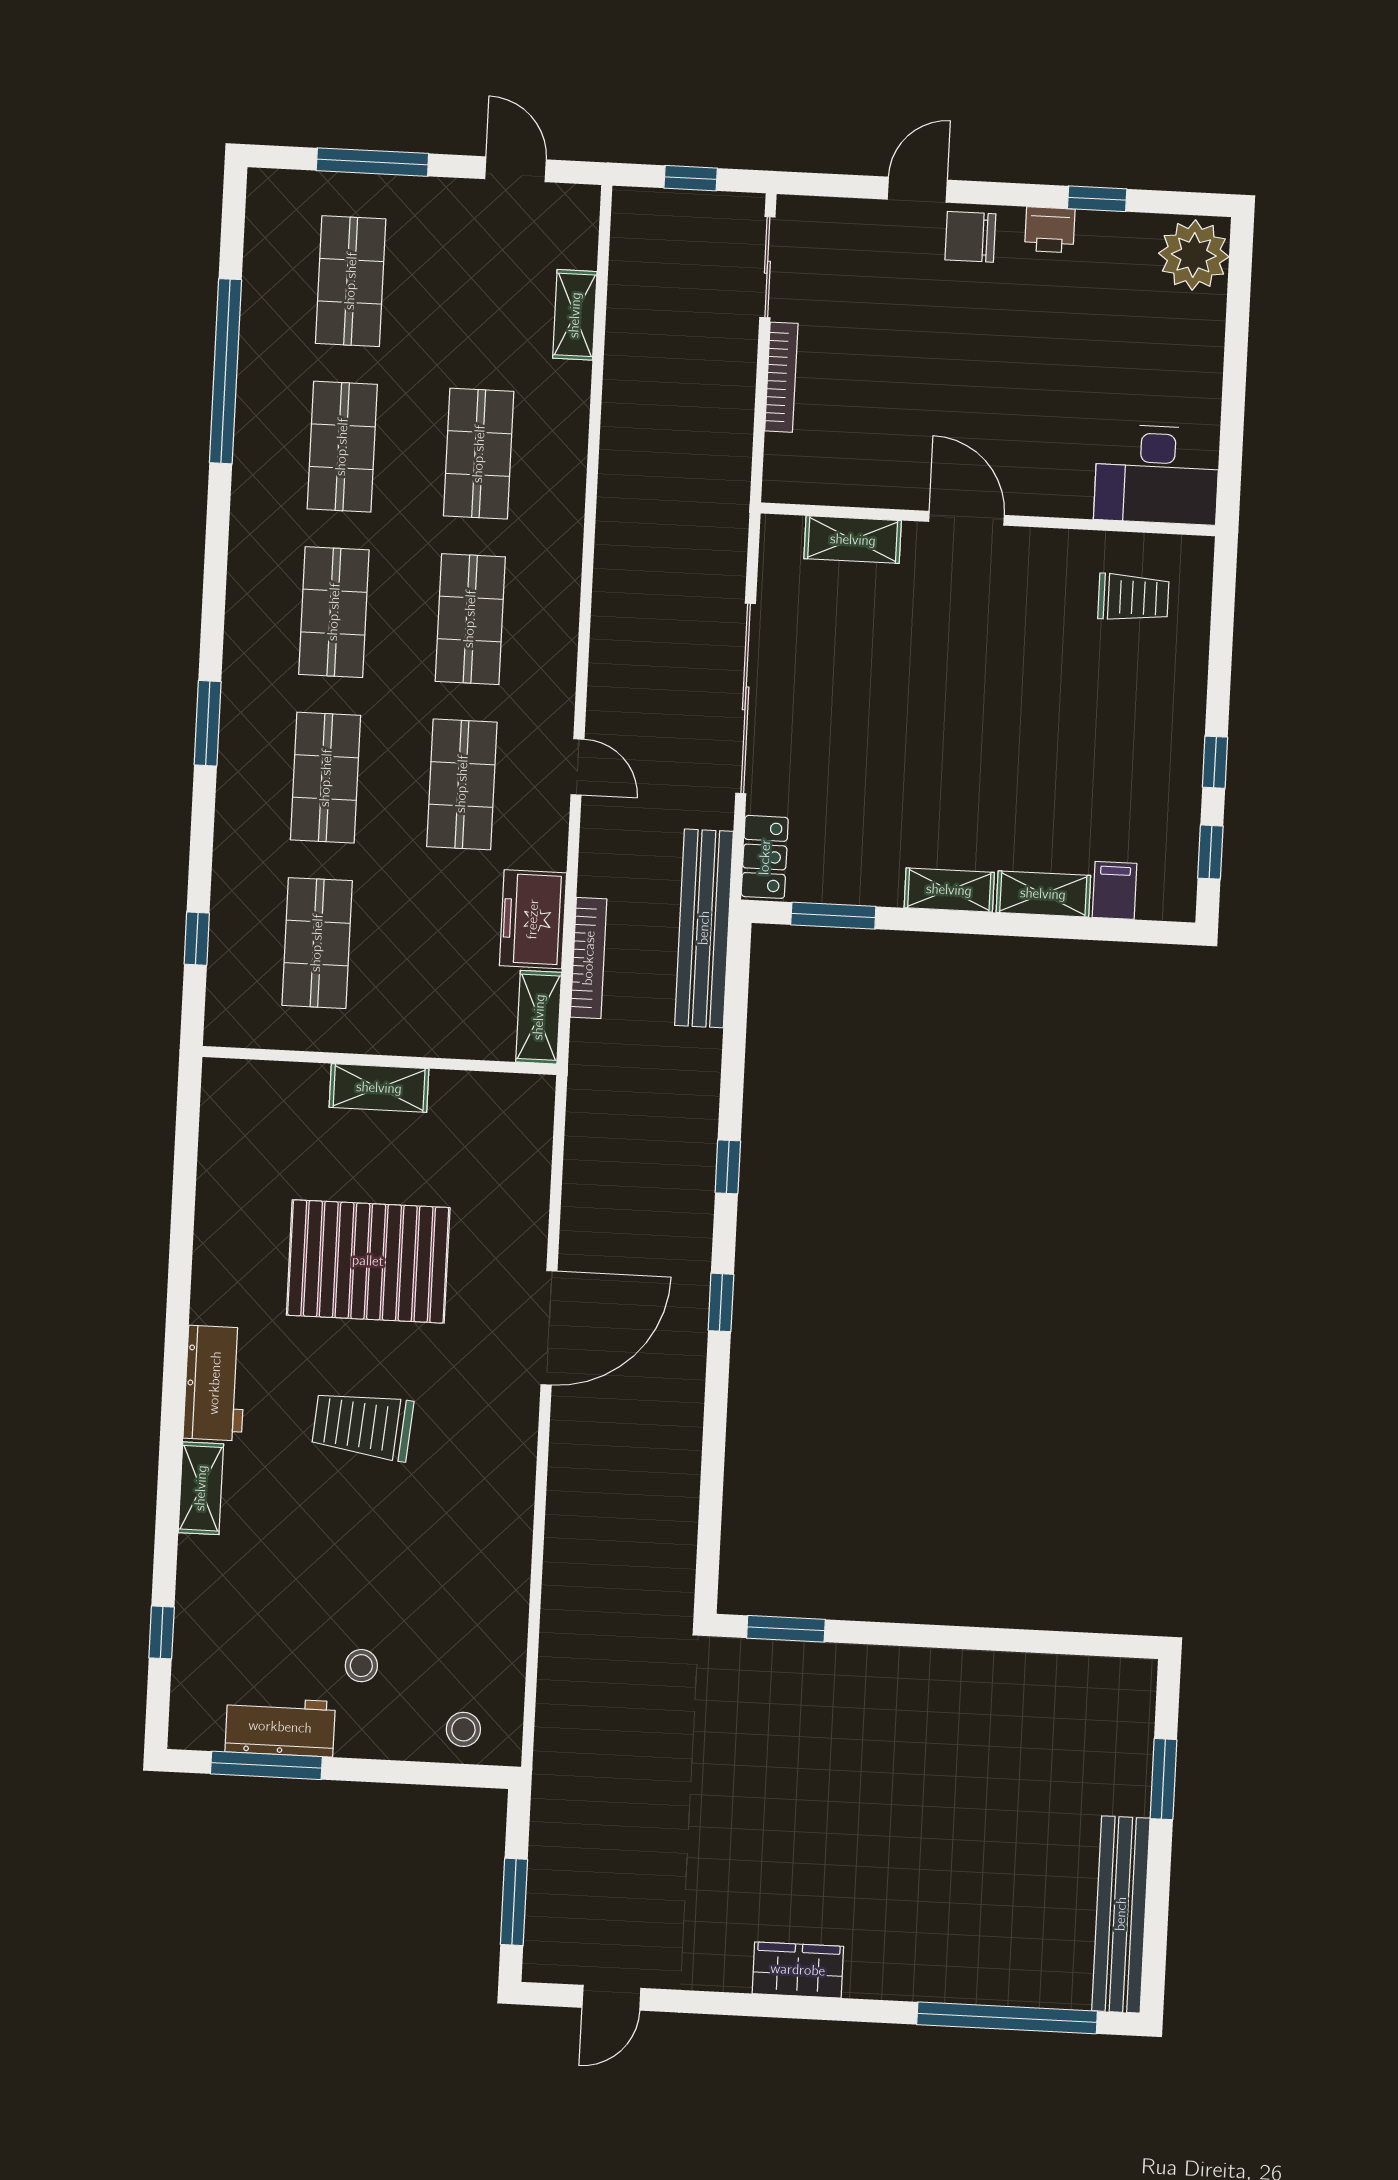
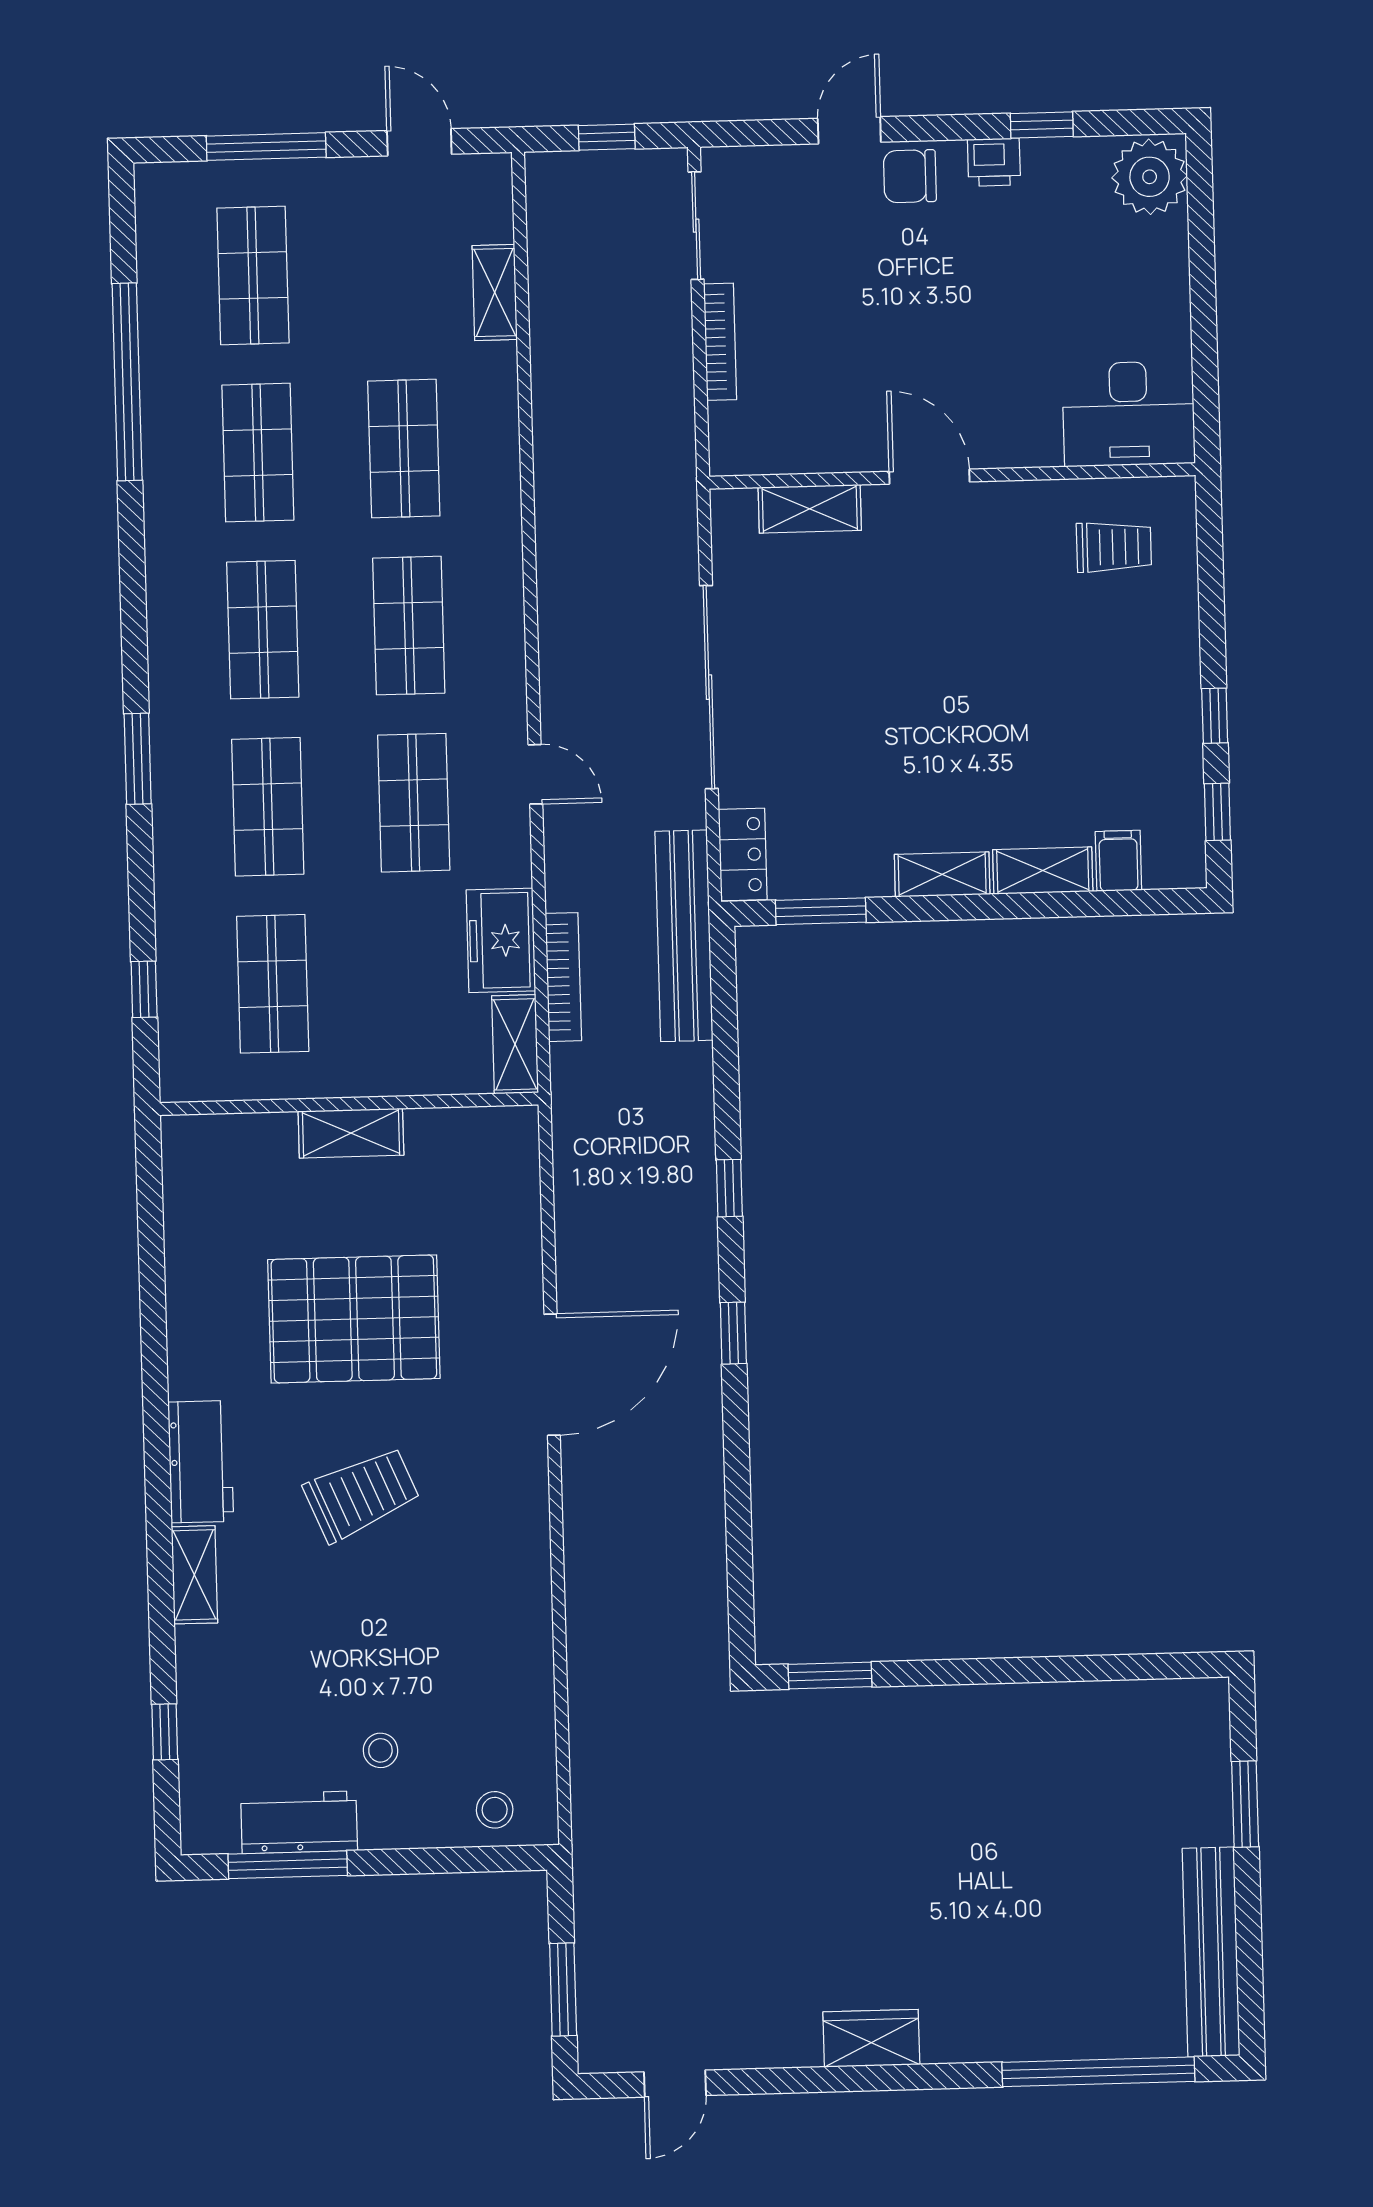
trolley: (363, 1425) -> (362, 1494), turned 152

